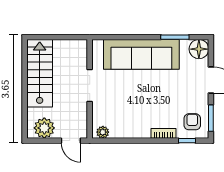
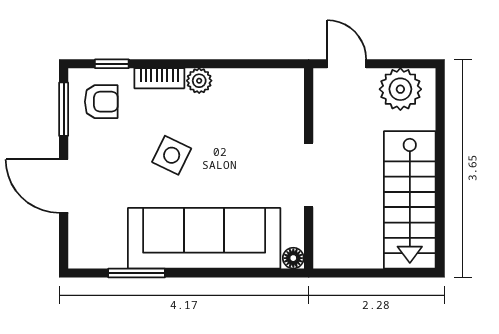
floor lamp: (199, 49) -> (293, 258), moved, width x0.53, depth x0.53
side table: (157, 95) -> (172, 155), added
armchair: (192, 122) -> (101, 102), turned -90
plant: (103, 132) -> (199, 81), moved

